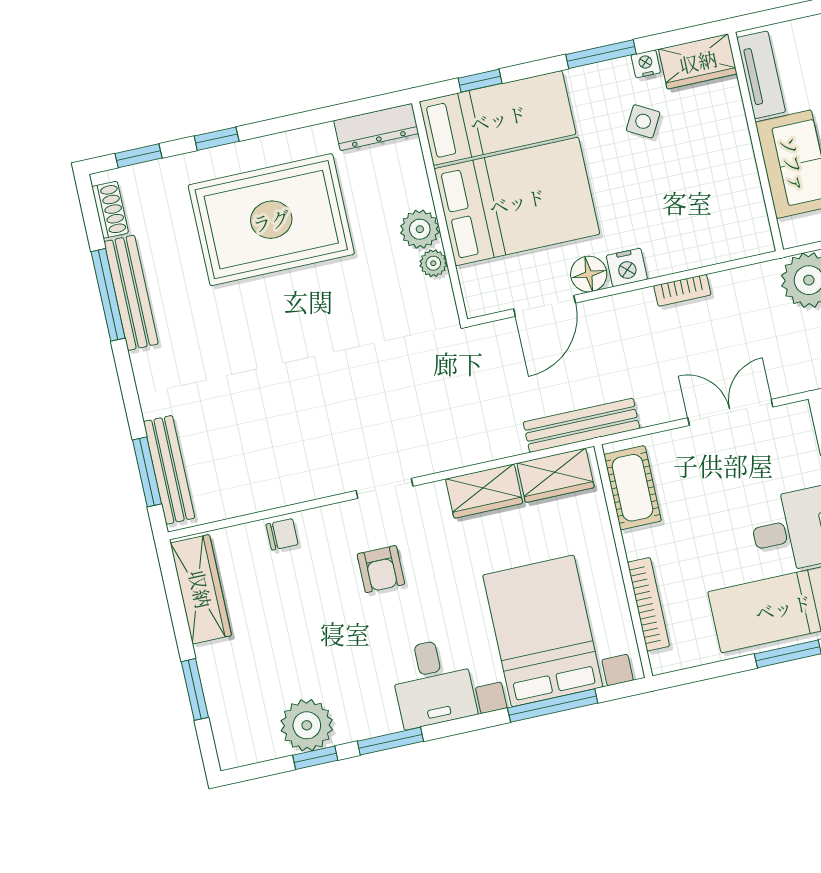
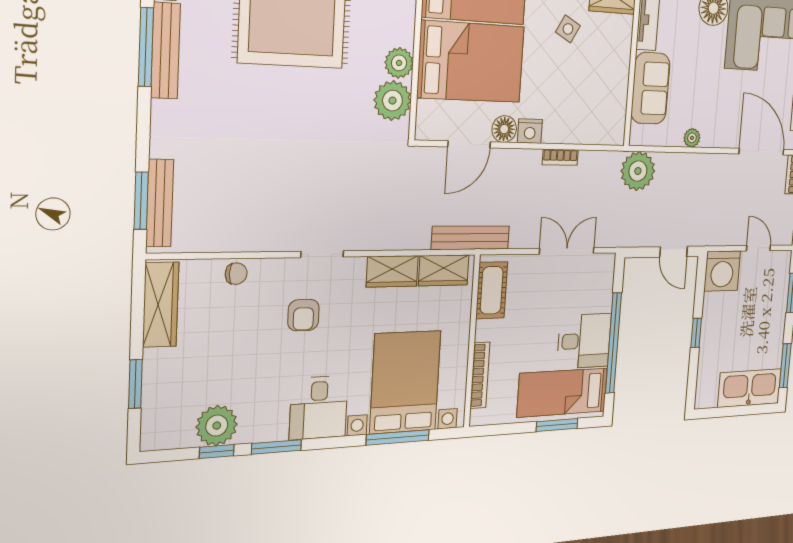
plant: (433, 263) -> (392, 101), width x1.88, depth x1.88

